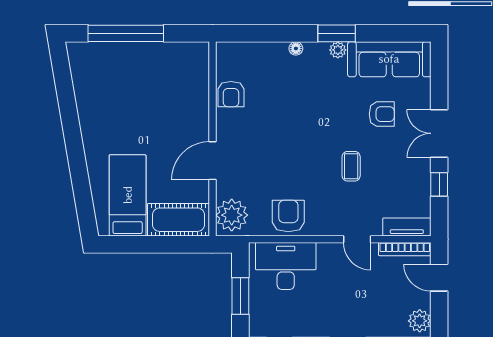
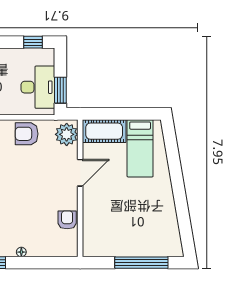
armchair: (288, 216) -> (27, 134), turned 90
desk: (286, 266) -> (38, 87), moved, turned -90
window: (240, 296) -> (60, 90), moved

